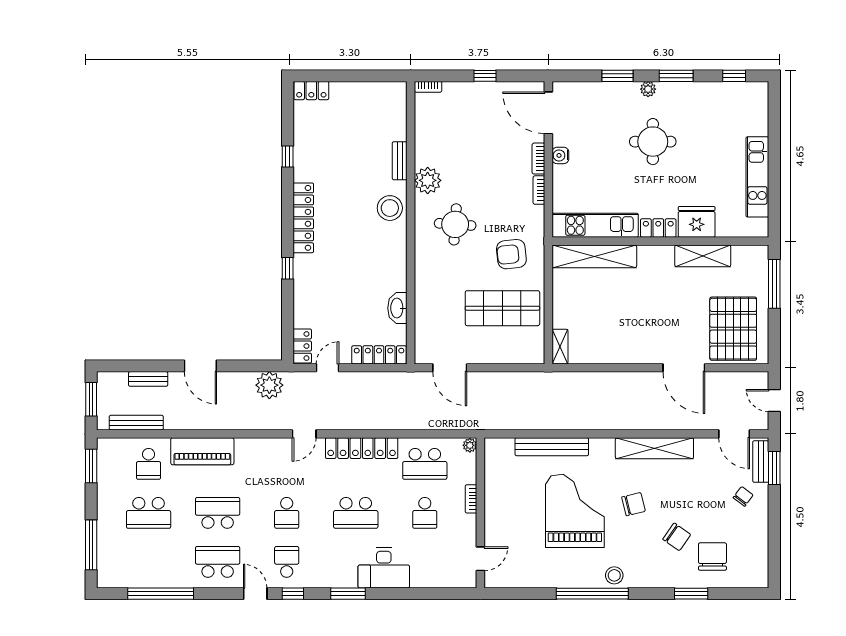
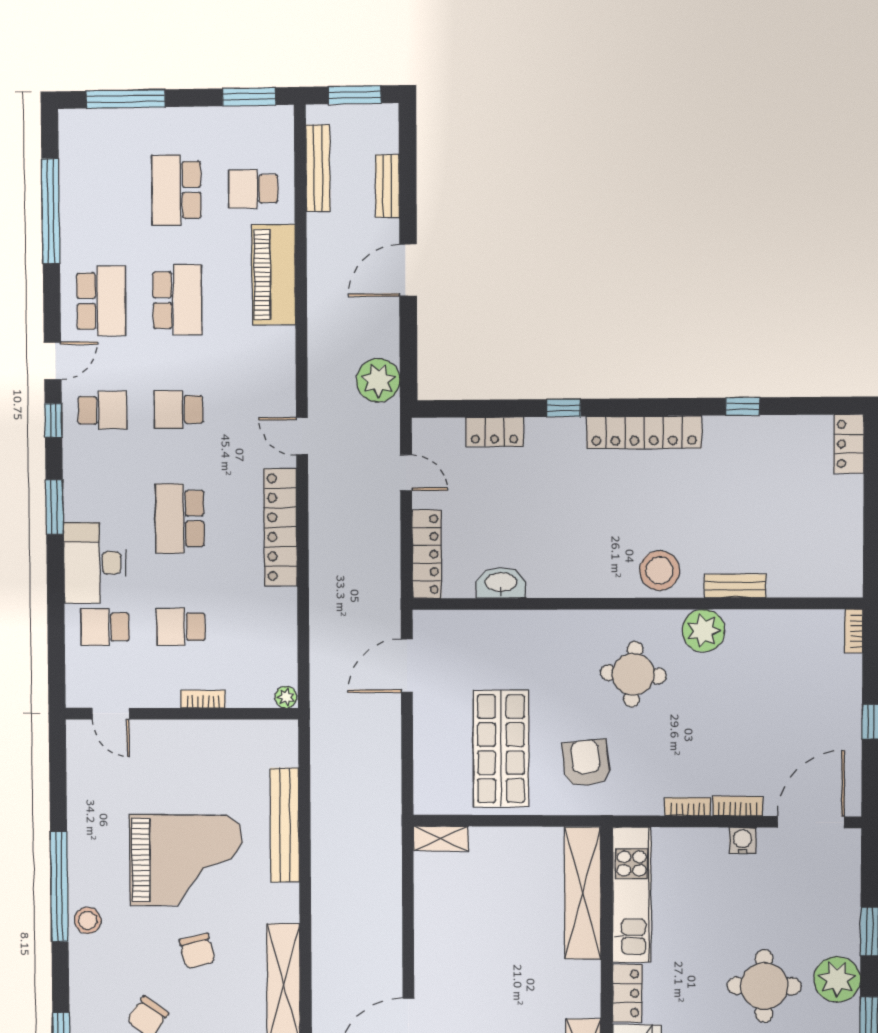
plant: (648, 89) -> (837, 979), width x1.88, depth x1.88
locker: (302, 346) -> (494, 432), moved
school desk: (425, 464) -> (105, 627), moved, width x0.54

